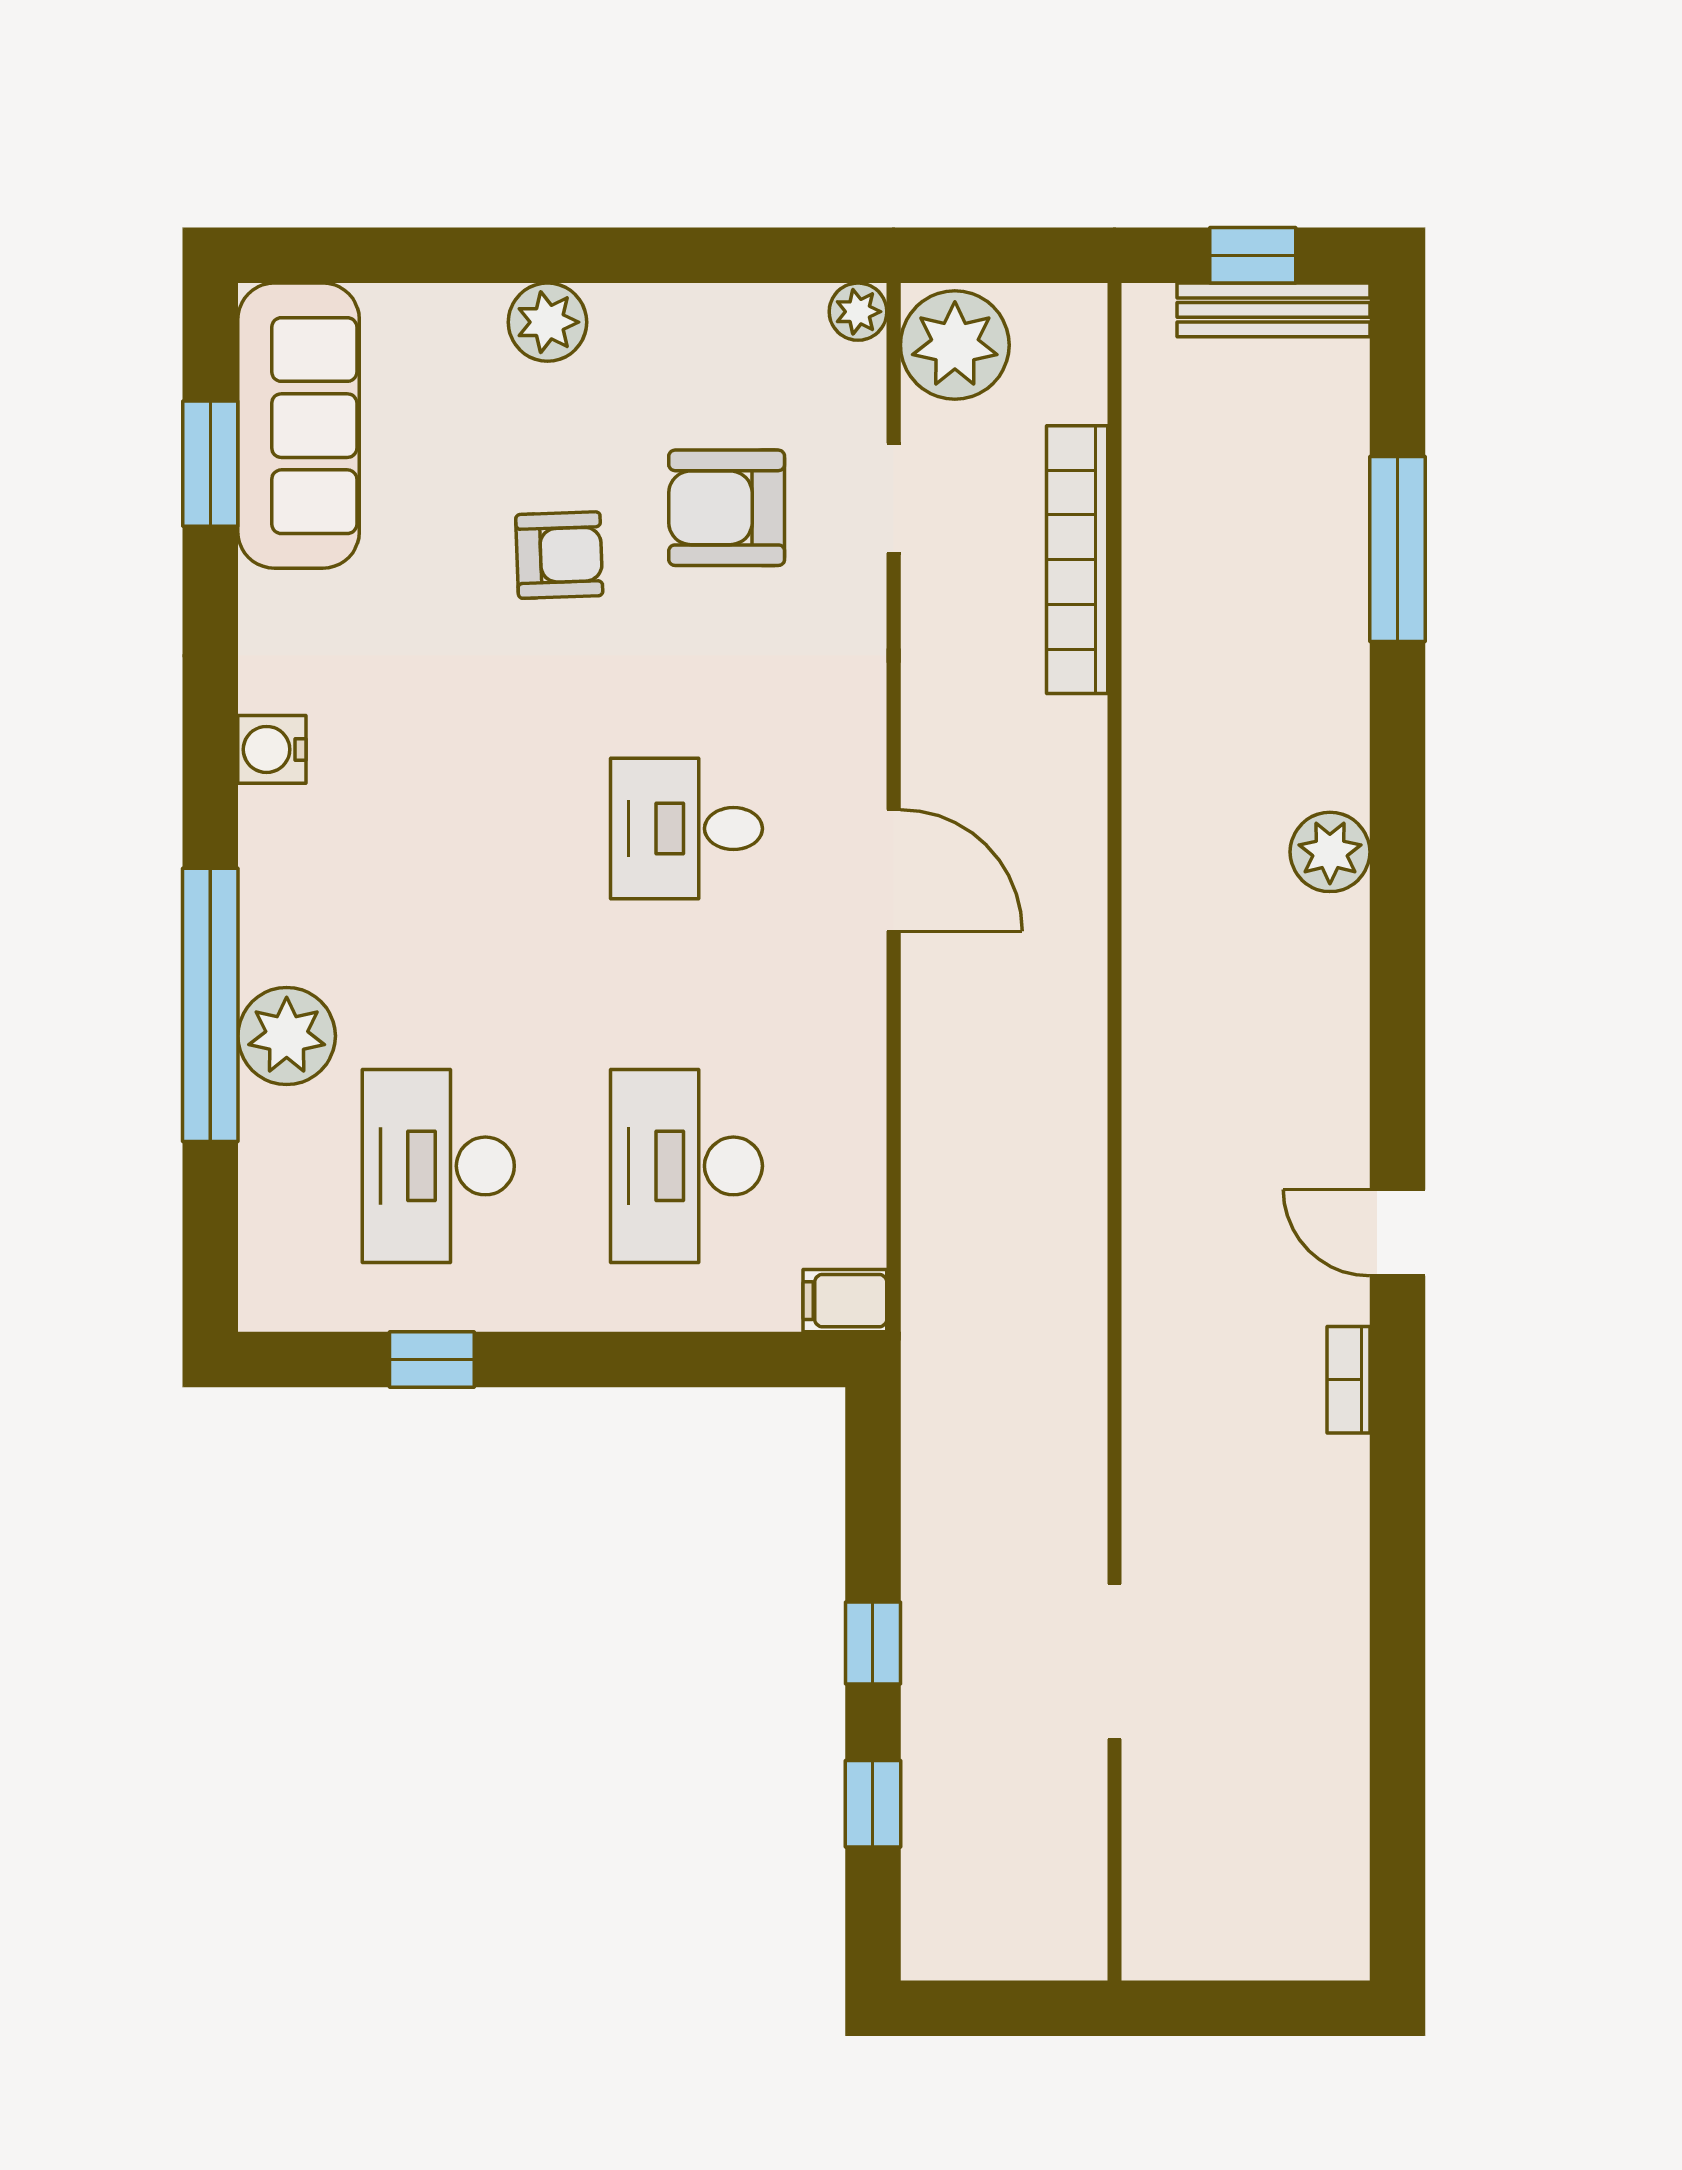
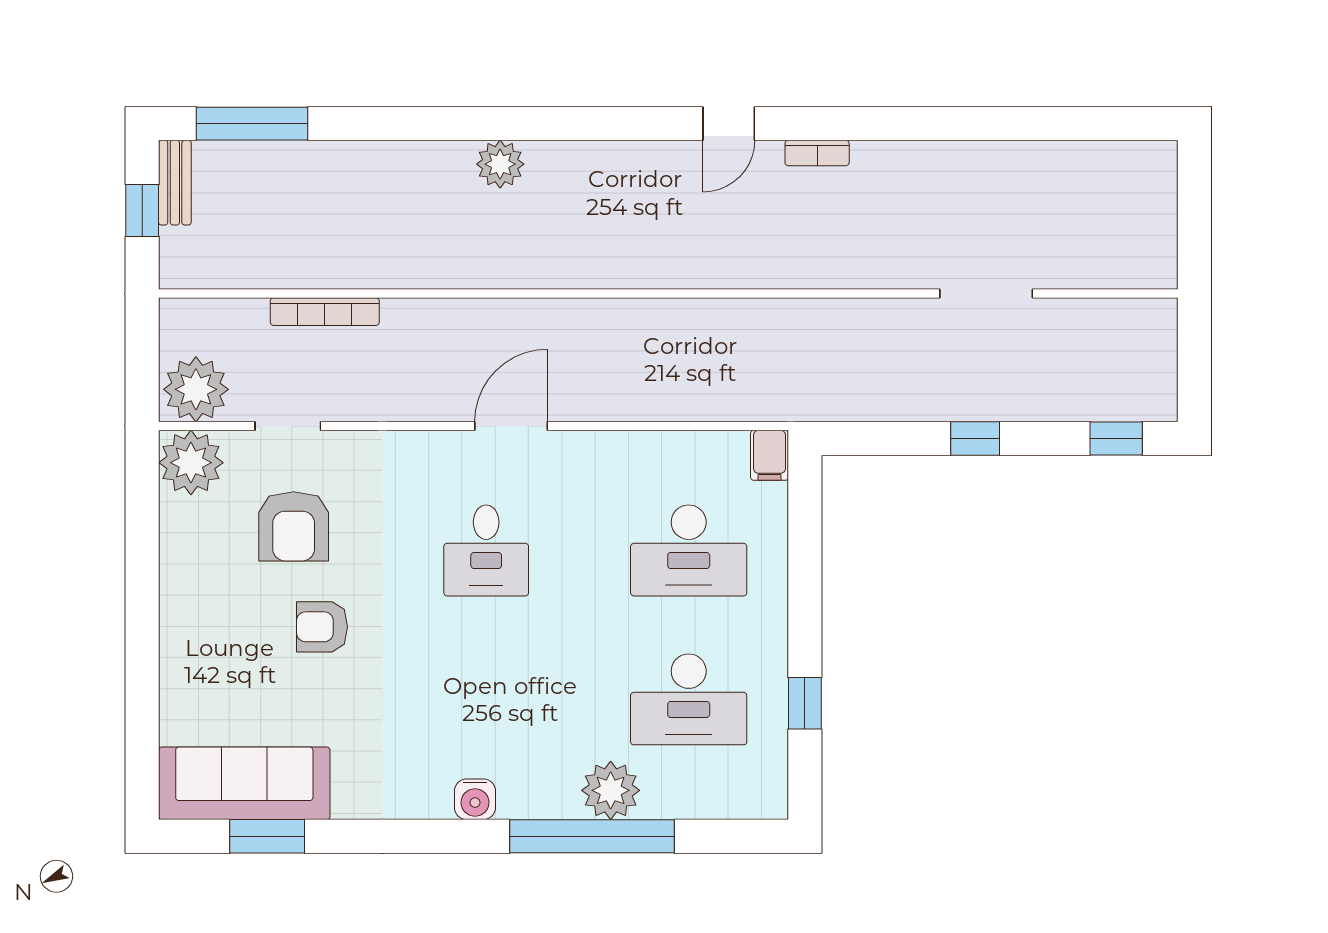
bench: (1273, 310) -> (175, 183), width x0.73
plant: (858, 312) -> (191, 463), width x1.88, depth x1.88
plant: (547, 322) -> (182, 634), removed
window: (1397, 549) -> (252, 124), moved
armchair: (559, 555) -> (322, 627), turned -88
bookcase: (1077, 560) -> (325, 312), width x0.68, depth x0.76
water cooler: (272, 749) -> (475, 799), moved
window: (873, 1804) -> (1116, 439), moved

